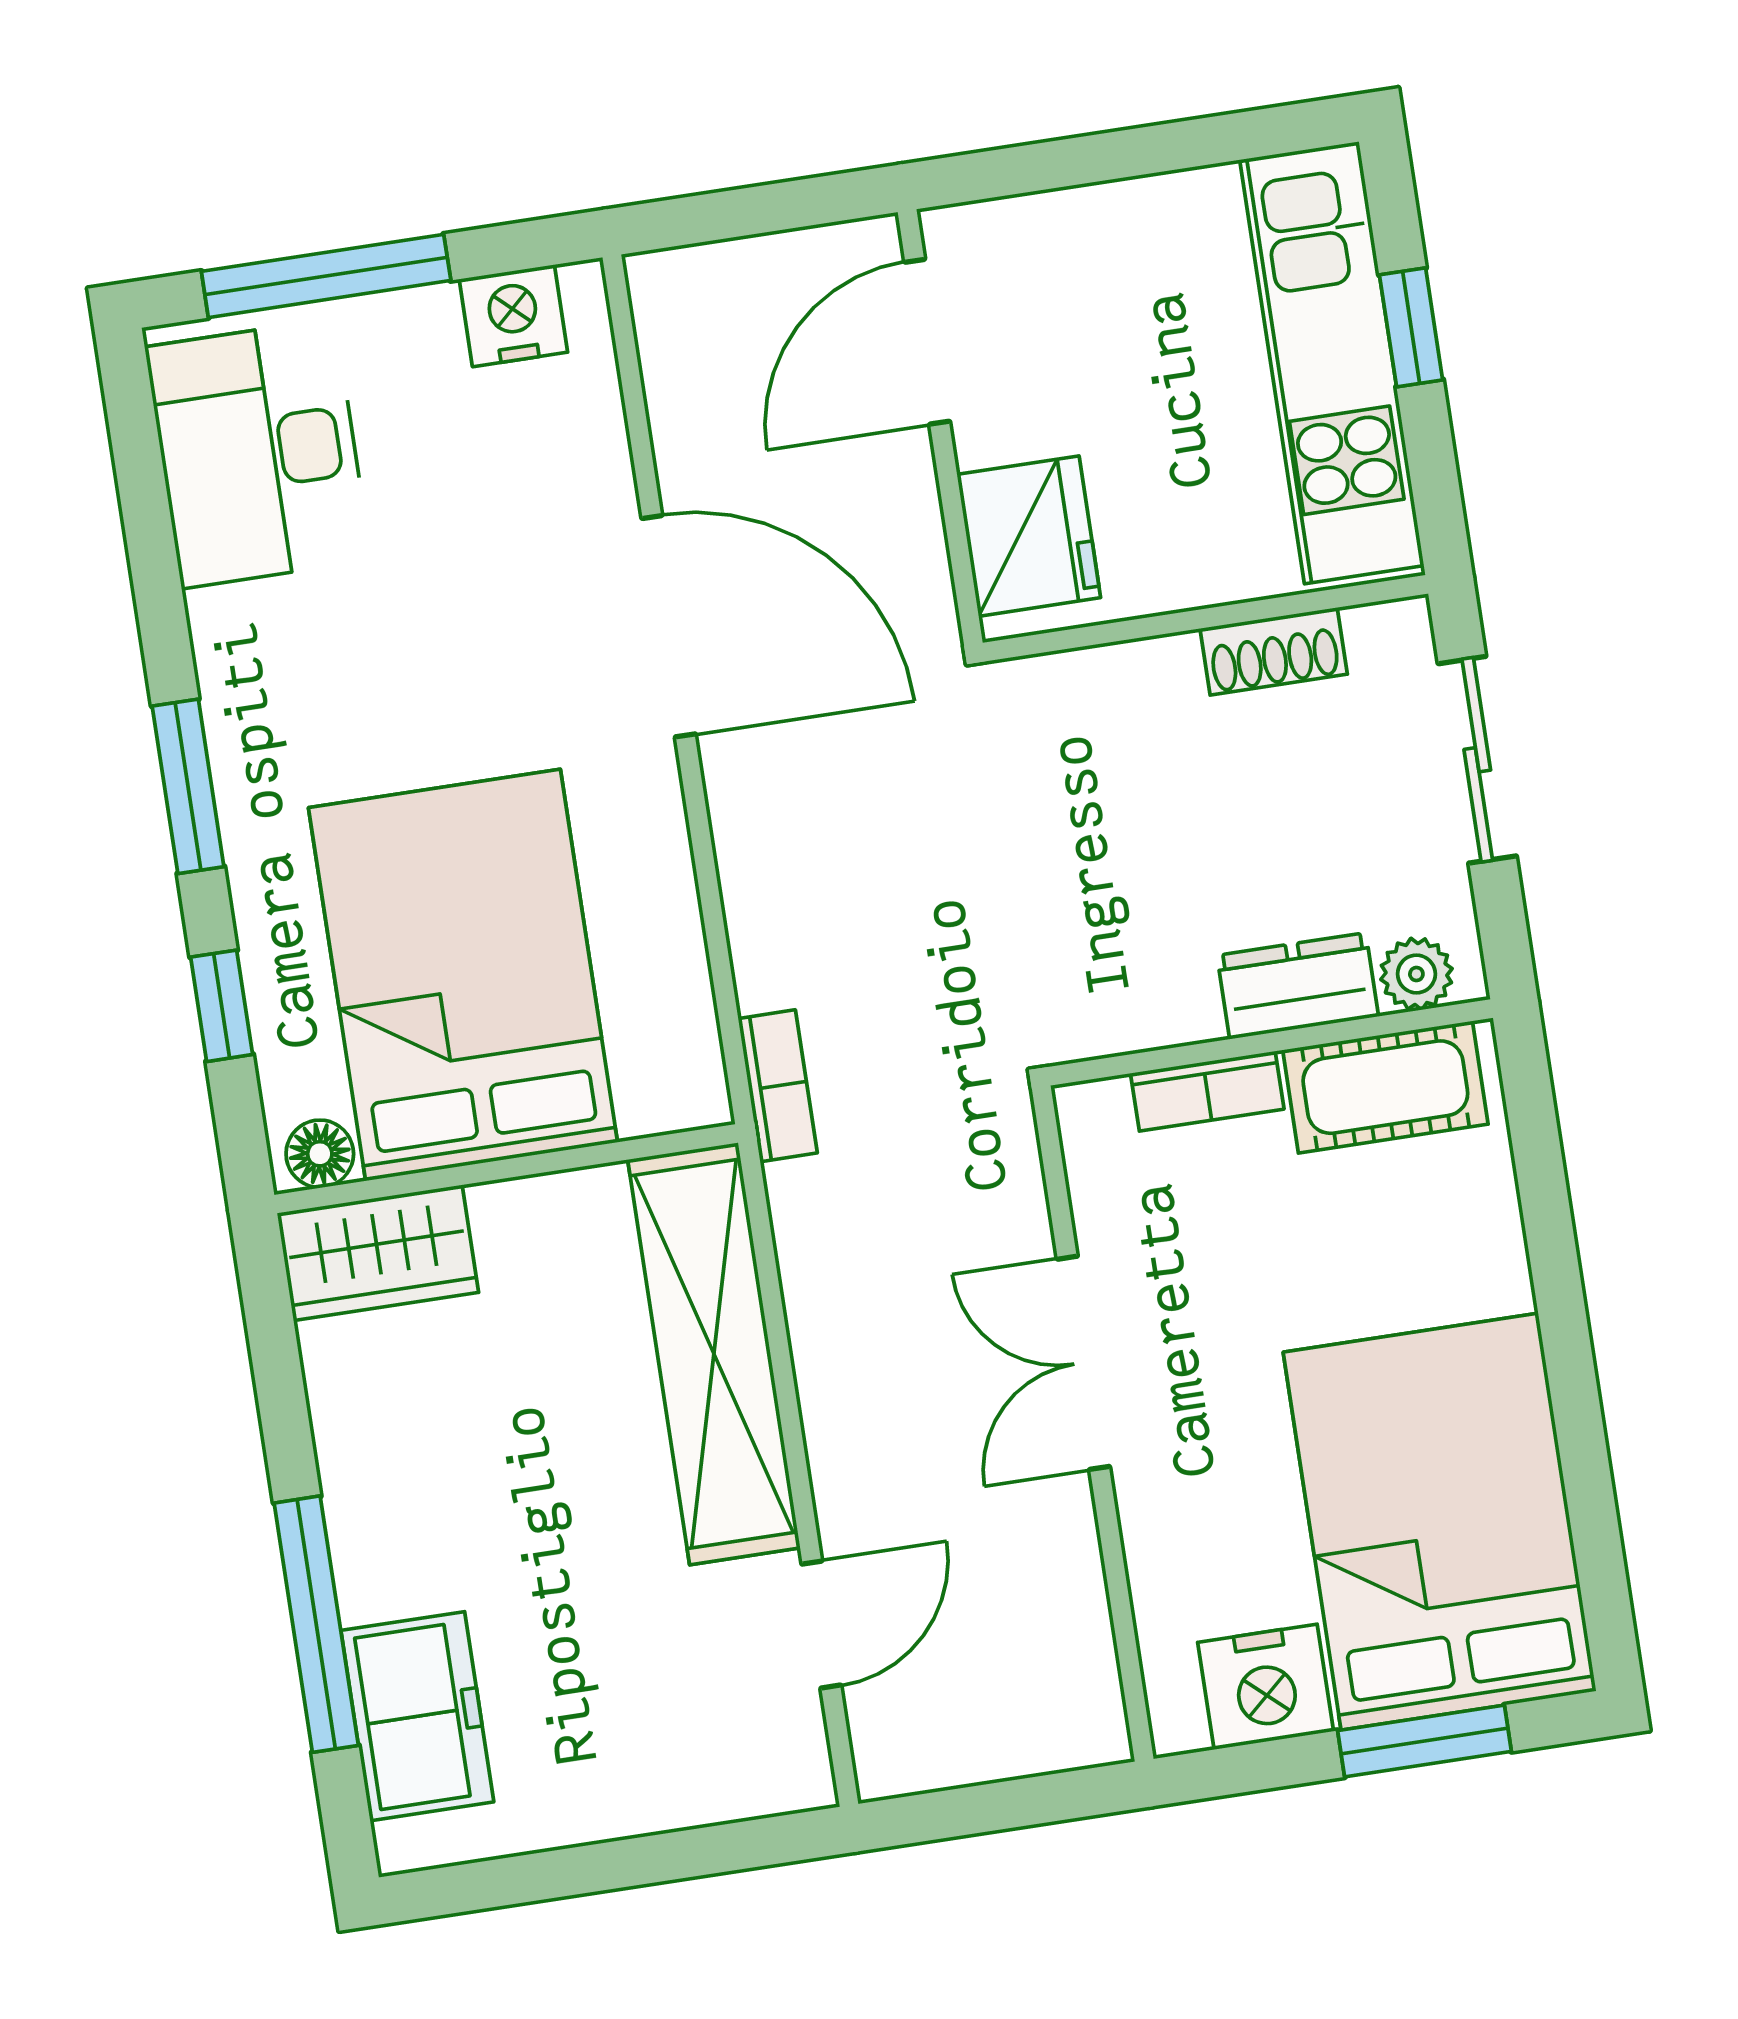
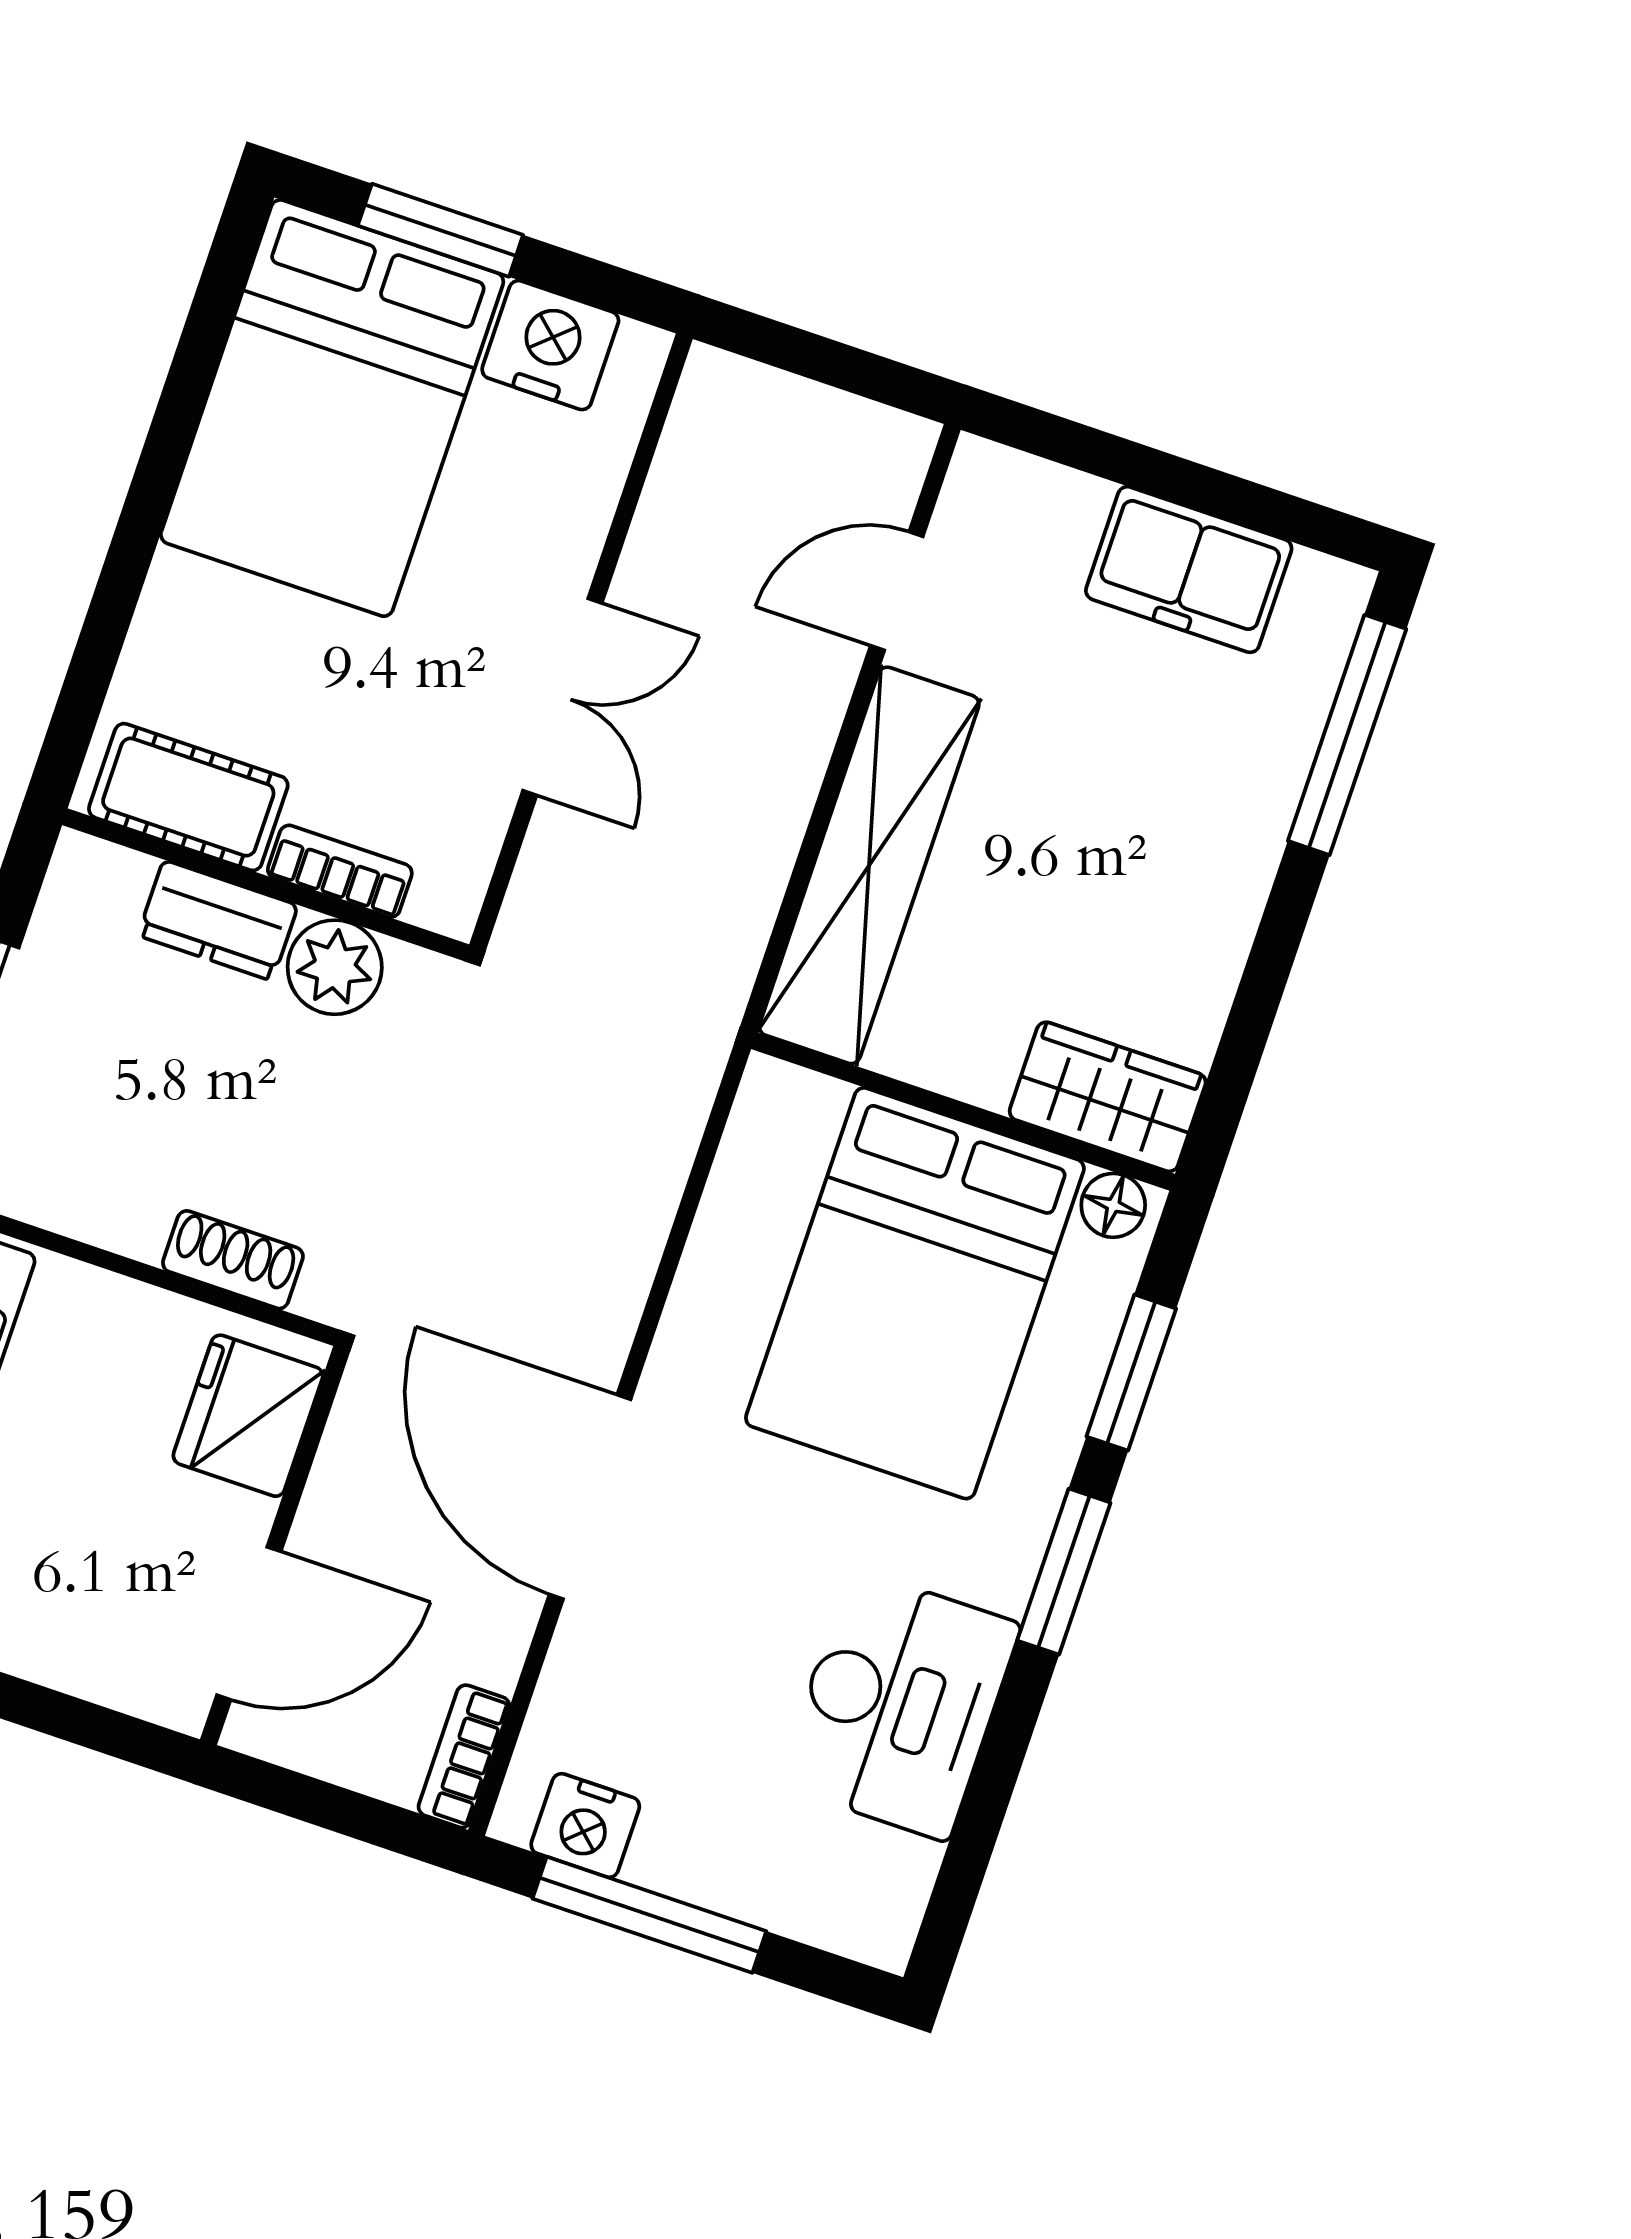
window: (326, 276) -> (649, 1915), moved
desk: (258, 453) -> (899, 1705), moved
shoe rack: (1274, 651) -> (233, 1260), moved
plant: (1416, 974) -> (335, 967), moved, width x1.38, depth x1.38
window: (222, 1006) -> (1131, 1373), width x1.50
bookcase: (778, 1086) -> (464, 1756), moved
window: (316, 1624) -> (1347, 735), moved
freezer: (417, 1716) -> (1189, 569), moved, turned -90

